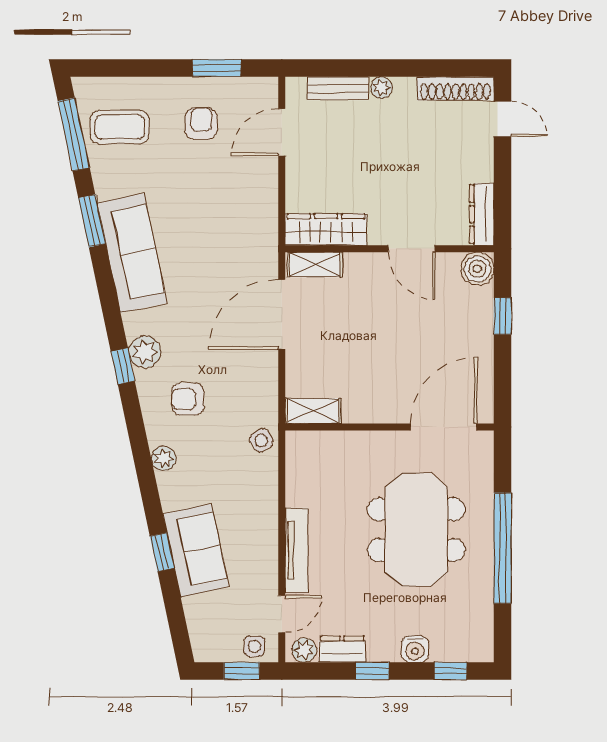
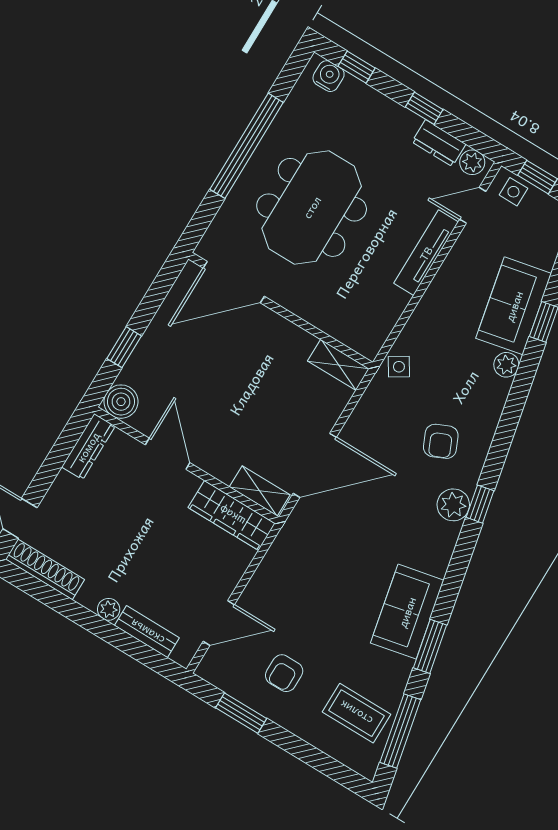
sofa: (132, 253) -> (407, 612), width x0.73
armchair: (188, 399) -> (441, 441), turned 66
plant: (164, 459) -> (506, 365), moved
water cooler: (415, 649) -> (329, 76), moved

